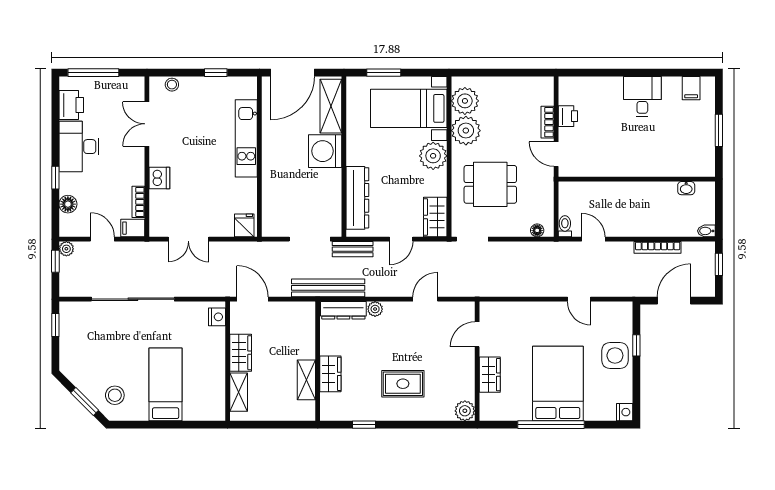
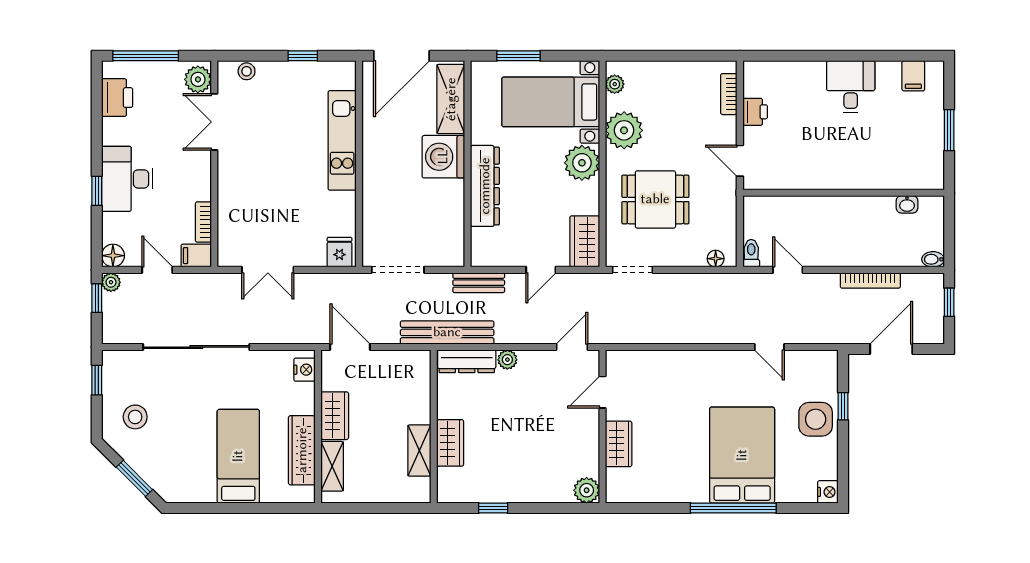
plant: (134, 91) -> (198, 79), added
plant: (465, 101) -> (615, 84), width x0.53, depth x0.53
bookcase: (547, 122) -> (729, 94), moved
desk: (79, 147) -> (127, 179), moved
dishwasher: (159, 178) -> (230, 191), removed
dresser: (357, 198) -> (485, 186), moved
floor lamp: (68, 204) -> (113, 256), moved
doorway: (310, 239) -> (398, 270), moved
door: (477, 334) -> (602, 392), moved
wall: (477, 361) -> (602, 427), moved
wardrobe: (490, 375) -> (619, 444), moved
wardrobe: (215, 380) -> (302, 450), added
rug: (403, 384) -> (543, 456), removed
stool: (115, 395) -> (135, 417), moved
plant: (465, 411) -> (587, 490), moved

